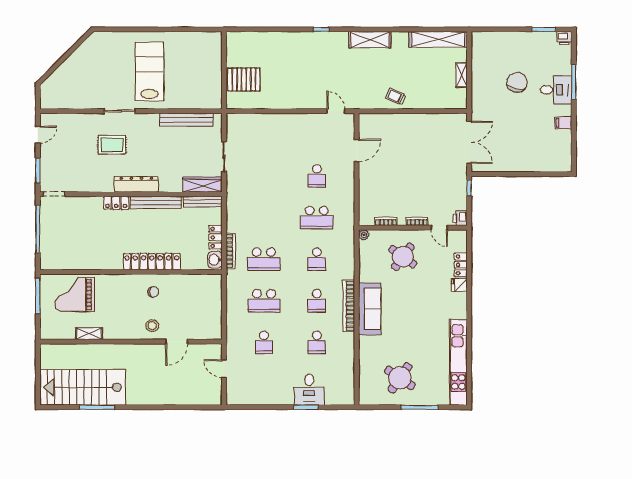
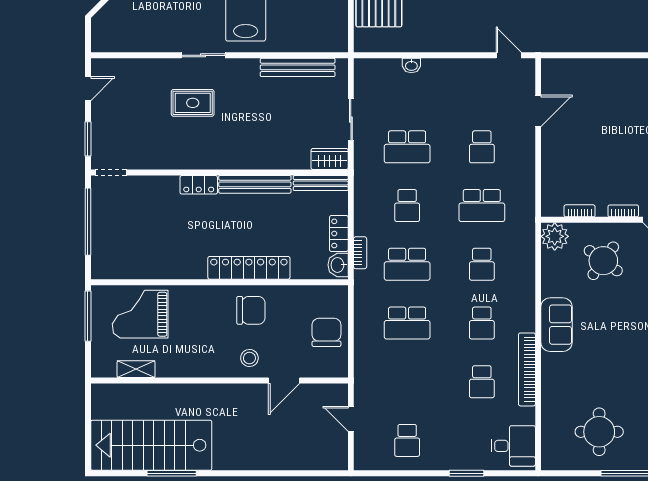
trolley: (396, 97) -> (593, 35), removed
washbasin: (267, 118) -> (411, 65), added
school desk: (264, 176) -> (407, 147), added
dresser: (136, 184) -> (227, 159), removed
wardrobe: (202, 185) -> (330, 159), width x0.67
school desk: (264, 218) -> (407, 206), added
plant: (364, 235) -> (555, 236), width x1.87, depth x1.87
bookcase: (231, 251) -> (360, 253), width x0.64
chair: (153, 292) -> (251, 310), width x1.87, depth x1.87
bookcase: (349, 306) -> (527, 369), moved
chair: (207, 307) -> (326, 332), added
sofa: (370, 309) -> (557, 325), width x0.73
shelving: (89, 334) -> (136, 369), moved
school desk: (264, 342) -> (407, 440), moved
round table: (400, 378) -> (599, 432), turned -34
desk: (309, 390) -> (513, 446), moved, turned -90

